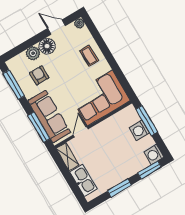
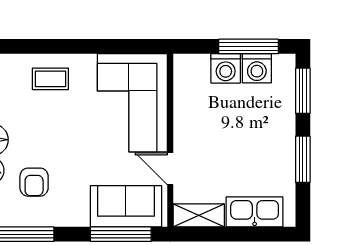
armchair: (39, 75) -> (34, 182), turned -90
sofa: (49, 117) -> (126, 206), width x0.73
window: (147, 121) -> (248, 46), moved
washing machine: (154, 155) -> (257, 68), moved

